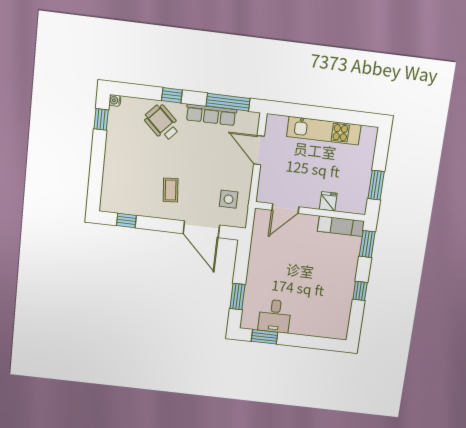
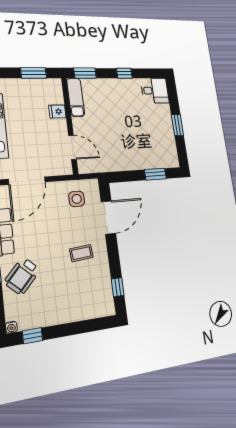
door: (259, 150) -> (27, 181), width x1.36
desk: (275, 316) -> (155, 91), moved
window: (265, 337) -> (177, 125), moved

